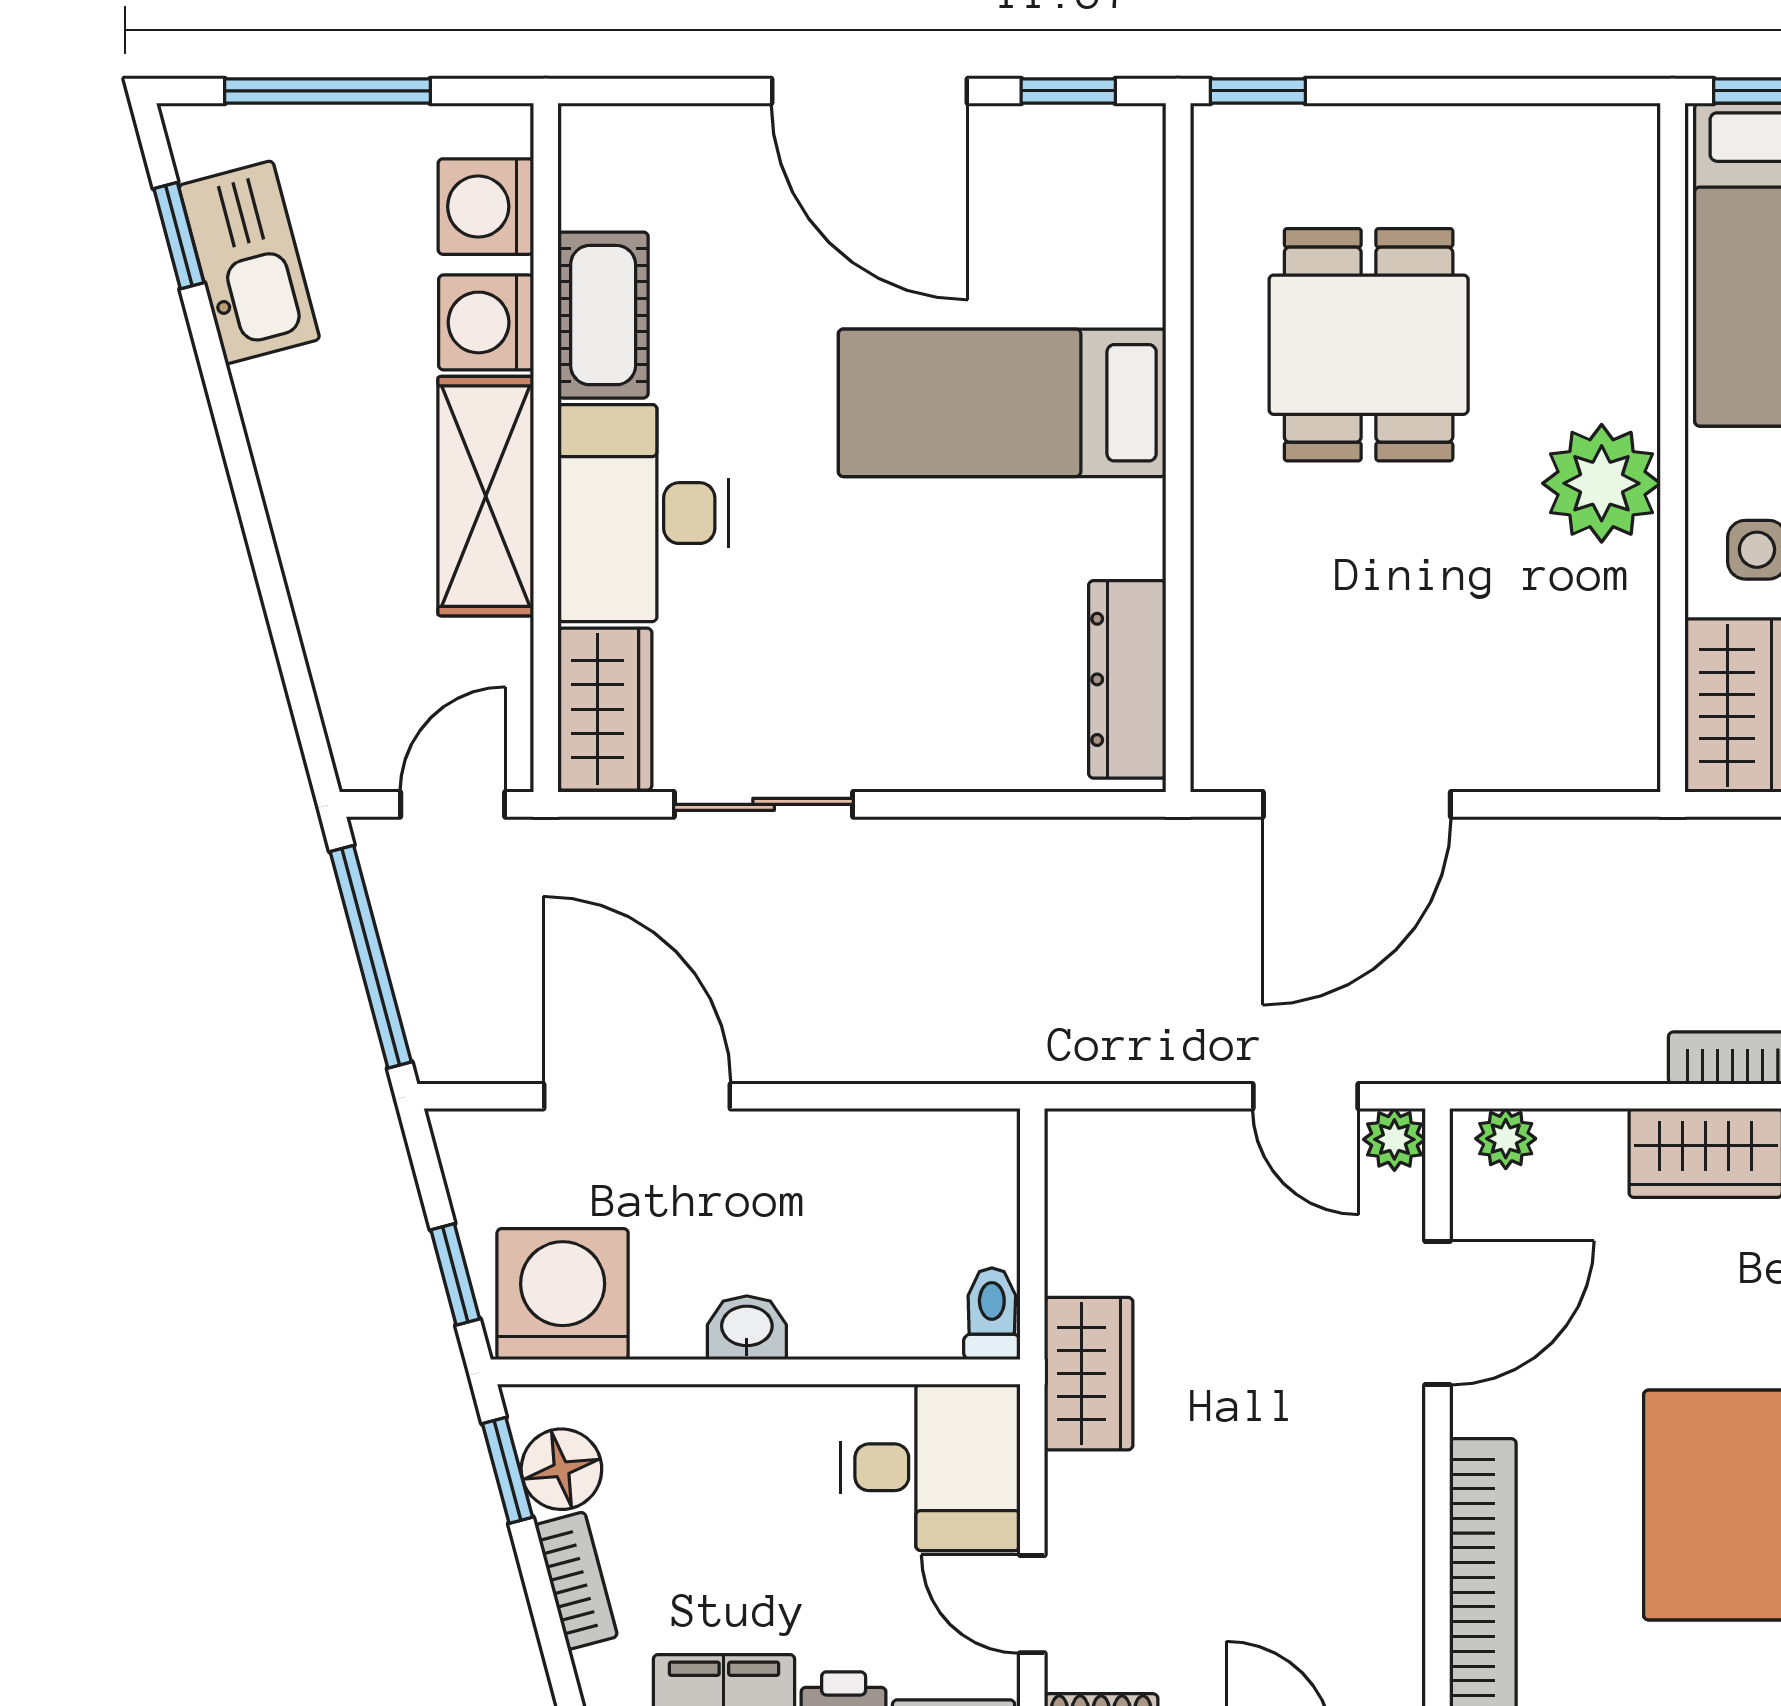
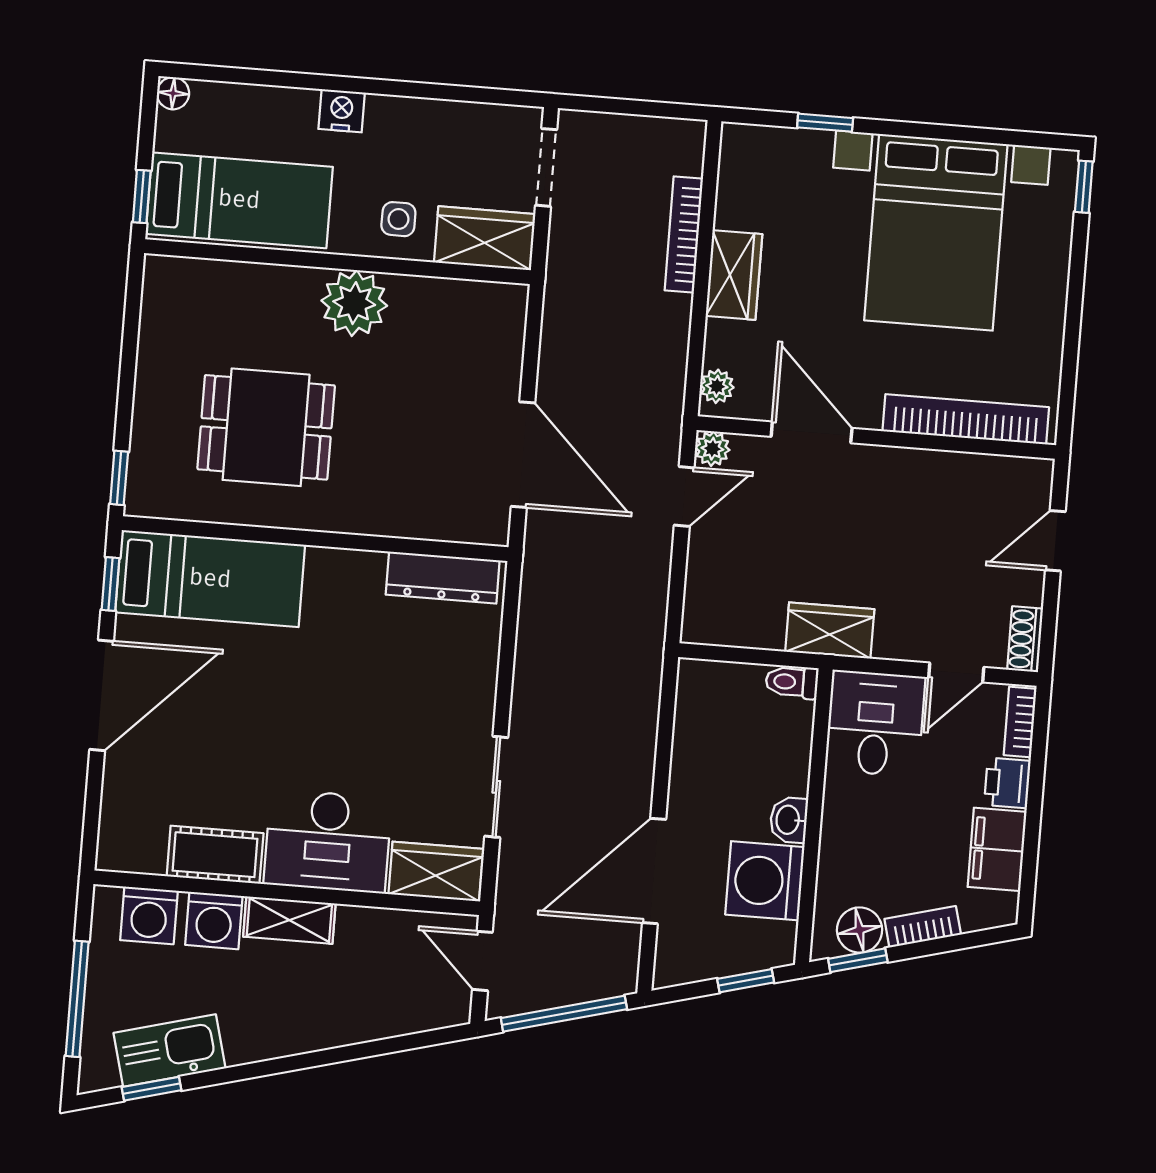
bed: (1002, 403) -> (210, 579), moved, turned -90
shelving: (486, 496) -> (289, 920), width x0.67, depth x0.75
washing machine: (563, 1294) -> (765, 881), moved

